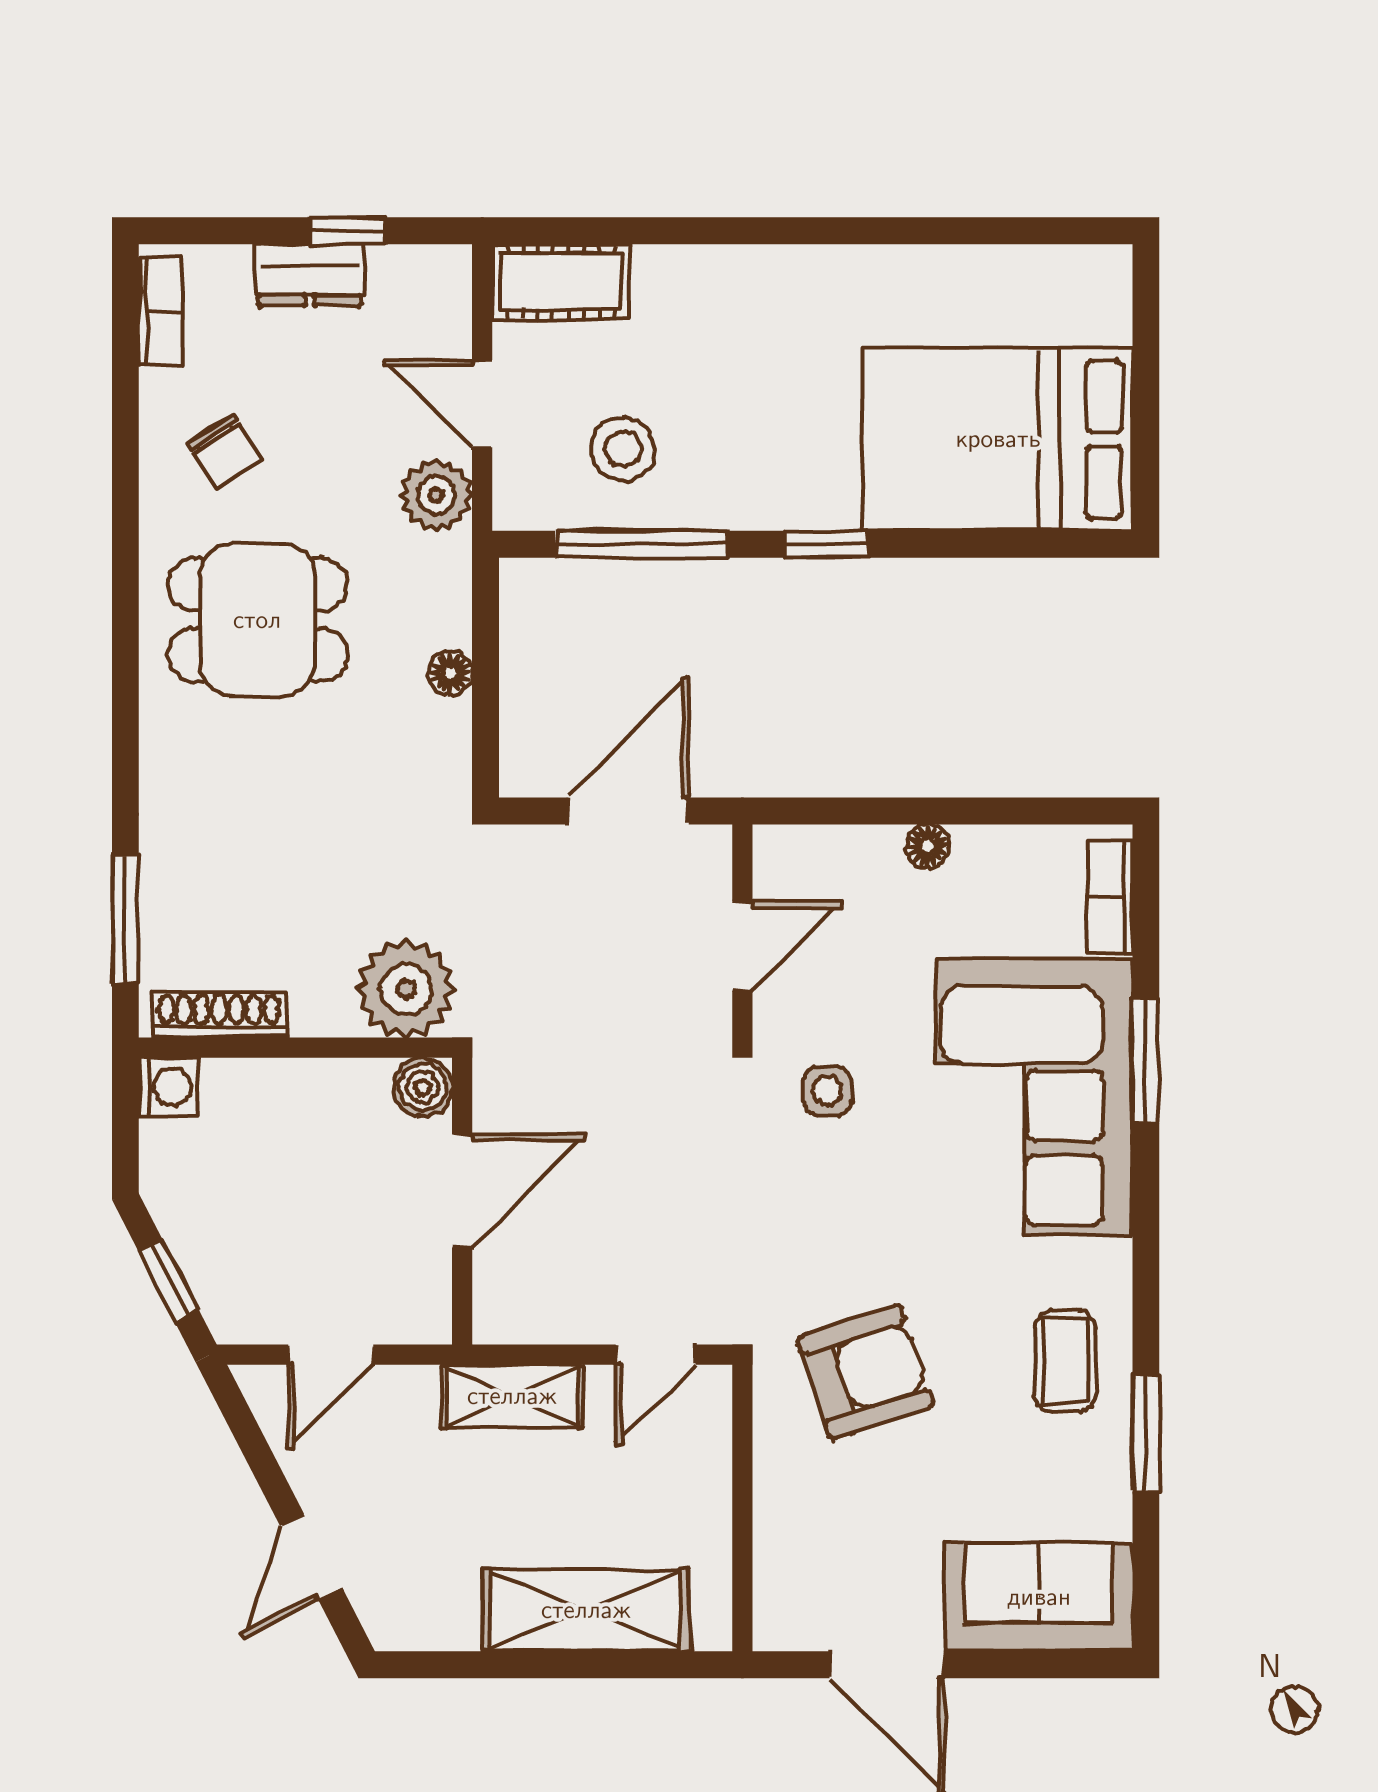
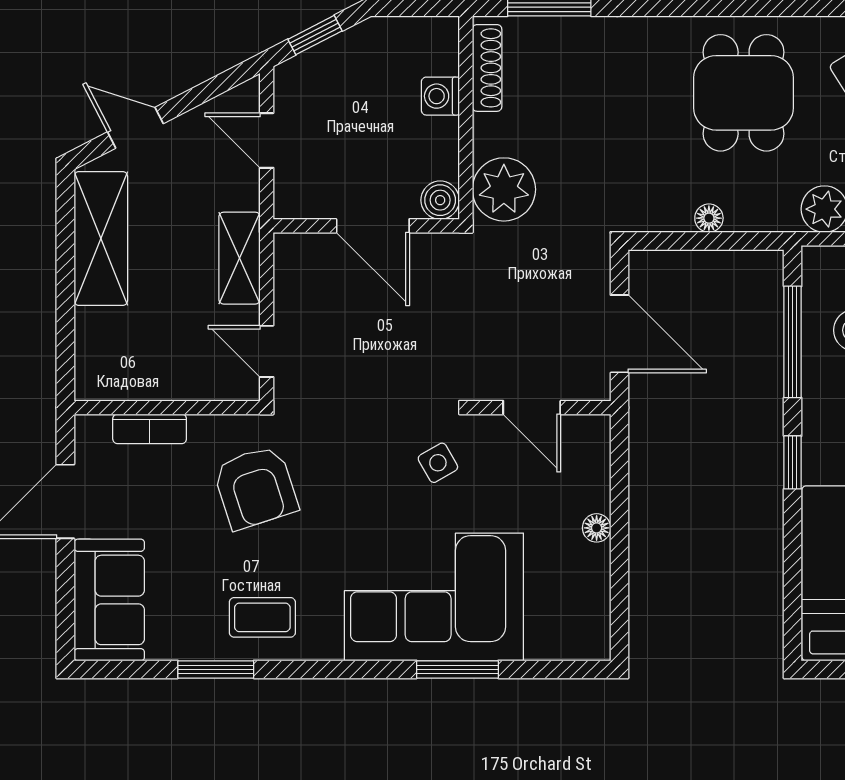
bookcase: (1110, 897) -> (150, 429), moved, turned 180
washing machine: (168, 1087) -> (440, 96), moved, turned 90
side table: (827, 1091) -> (438, 463), turned -30
shelving: (586, 1610) -> (101, 239), moved

